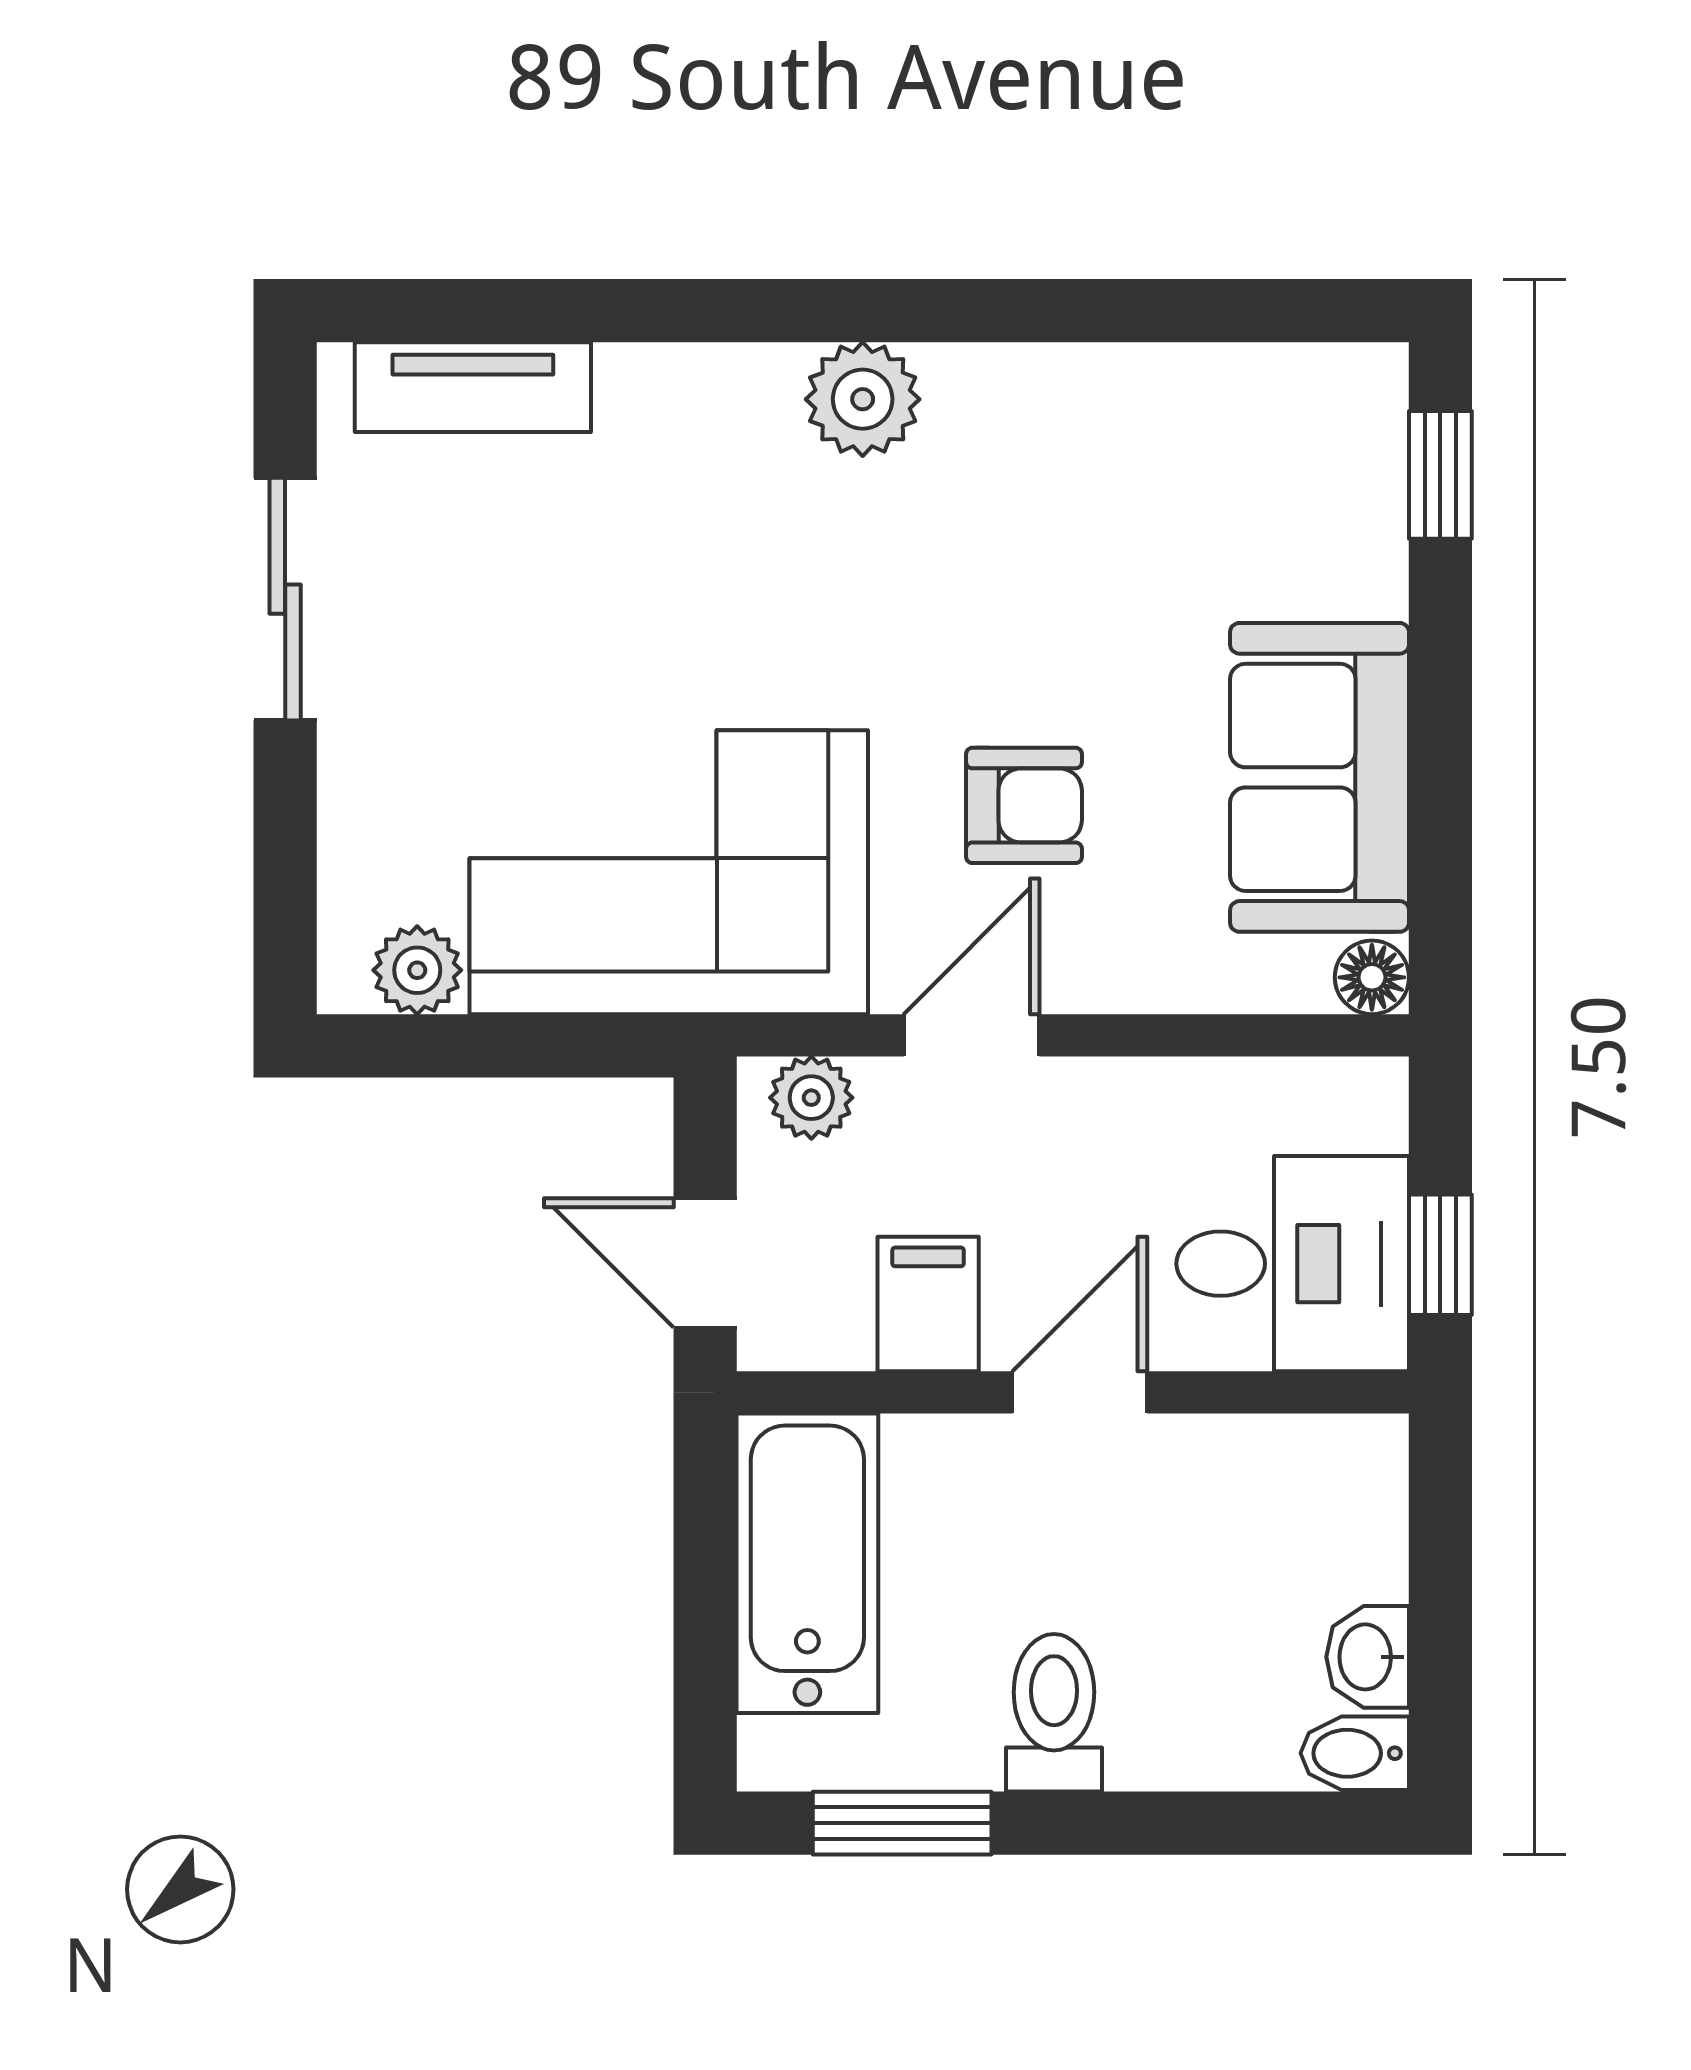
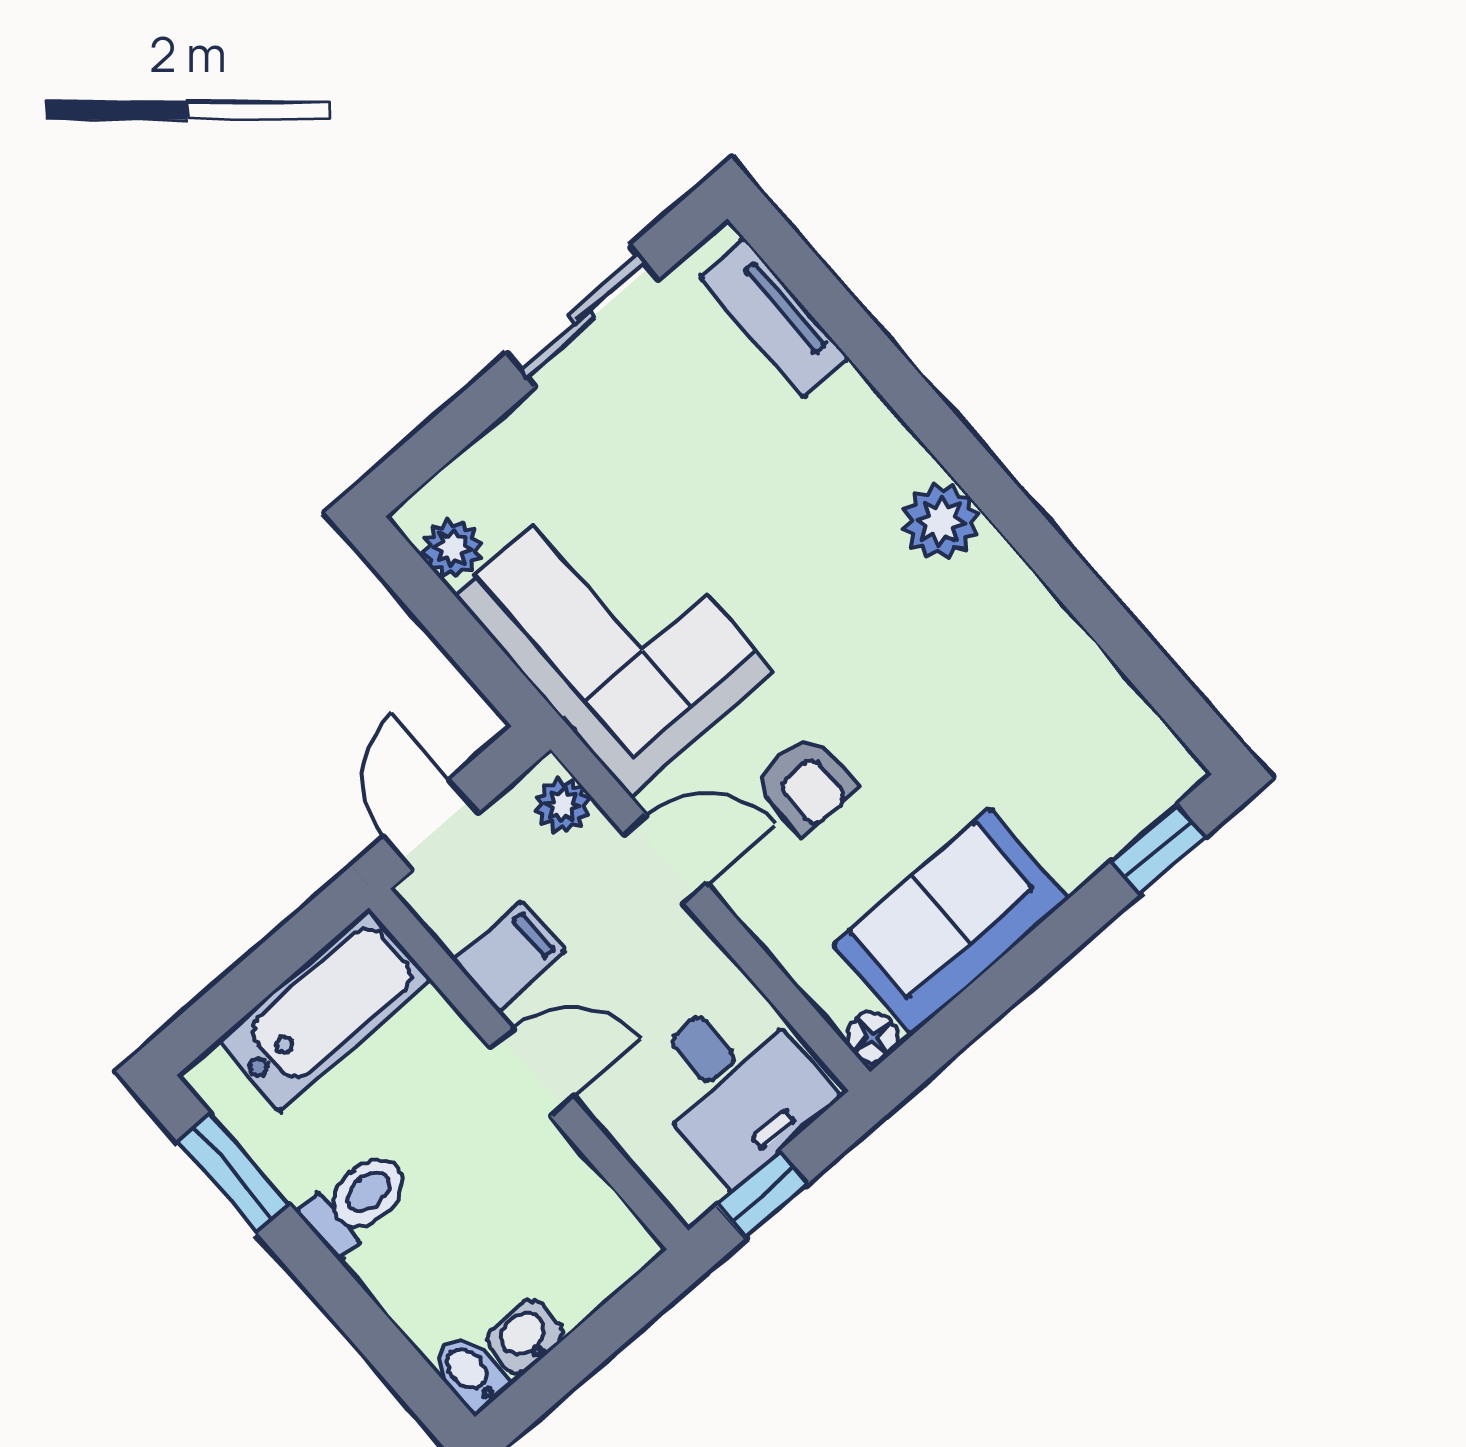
desk: (1293, 1264) -> (735, 1086), moved

